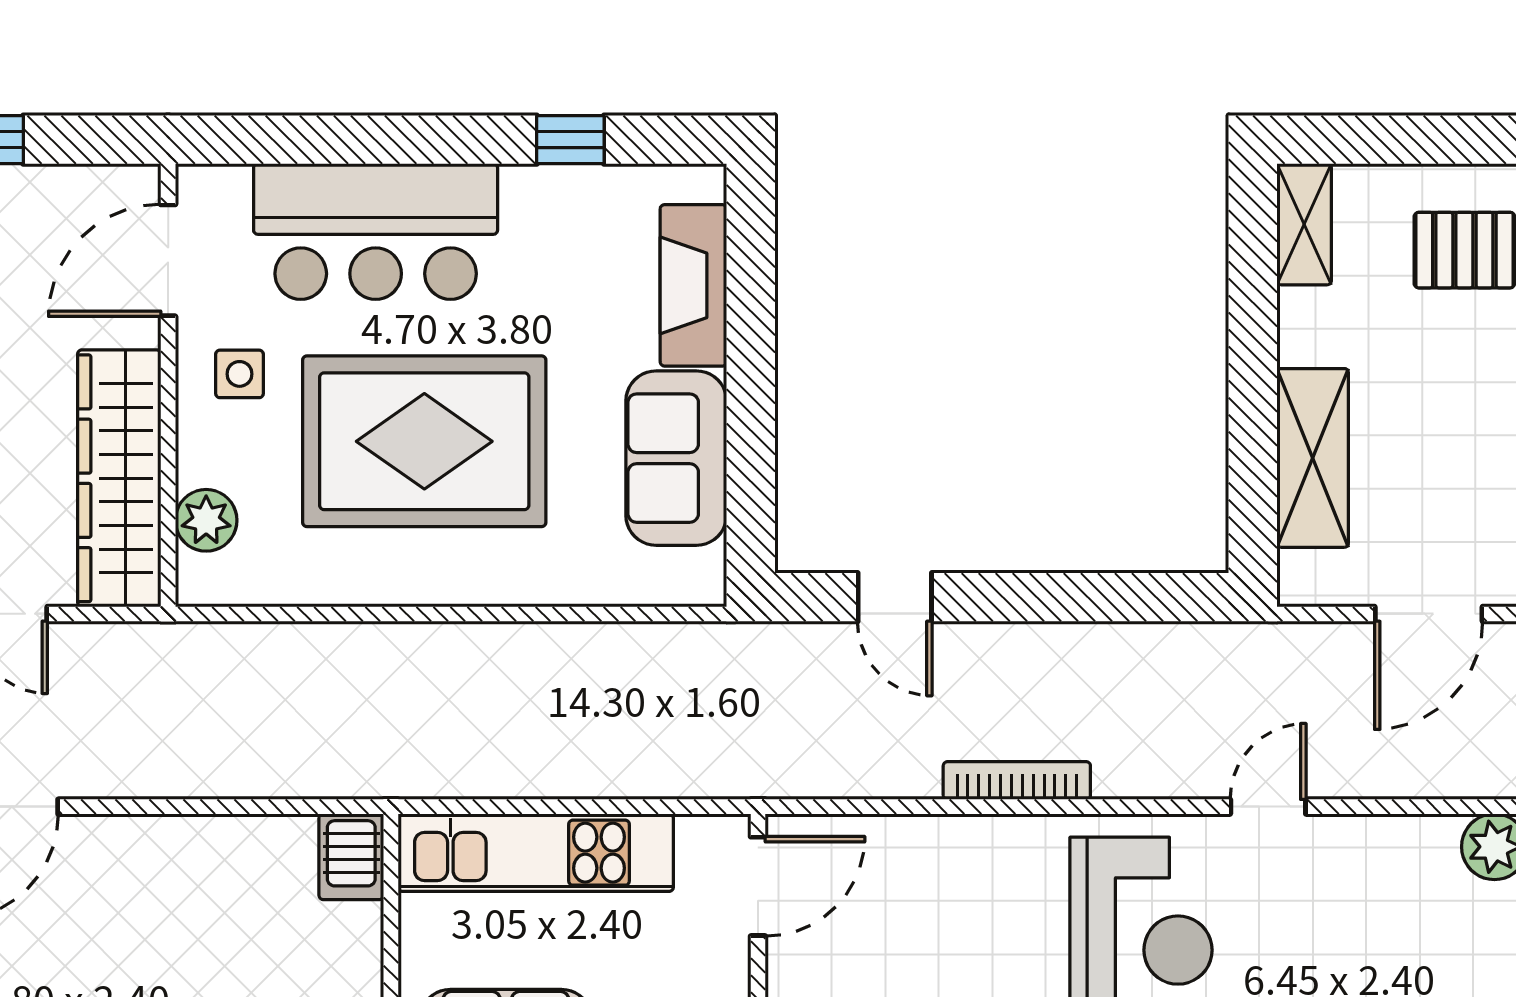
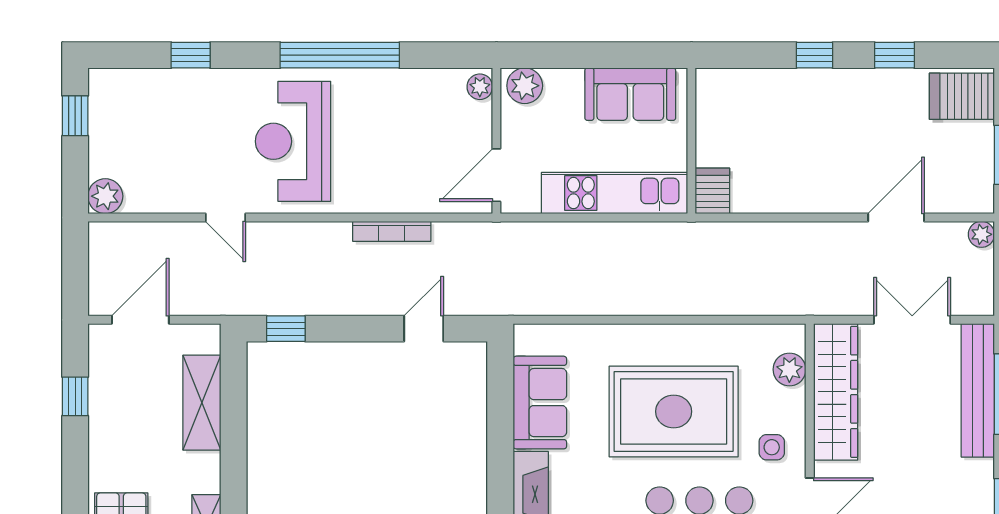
door: (895, 597) -> (424, 329), hinge flipped
window: (1154, 597) -> (286, 329), added
bookcase: (1017, 781) -> (392, 231), moved
door: (1268, 807) -> (226, 217), hinge flipped

